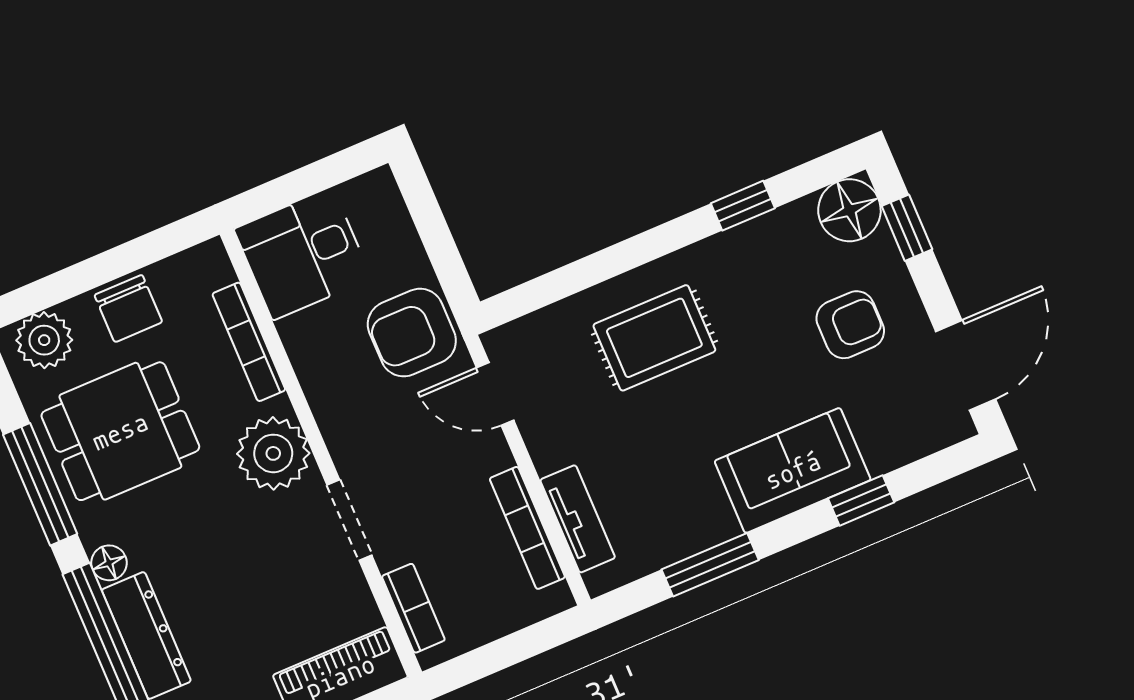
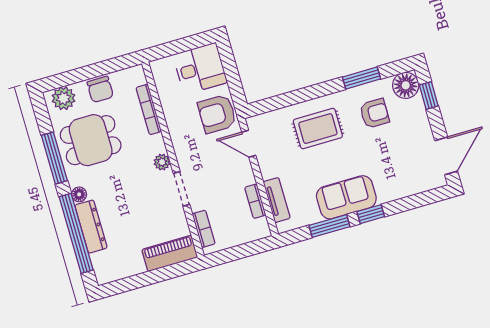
window: (743, 206) -> (361, 78), width x1.50
desk: (303, 254) -> (200, 68), moved, turned 180
armchair: (850, 325) -> (374, 113), moved
plant: (273, 453) -> (162, 162), width x0.53, depth x0.53
sofa: (793, 470) -> (346, 197), moved
window: (861, 500) -> (371, 214), moved
bookcase: (527, 528) -> (255, 201), width x0.64

